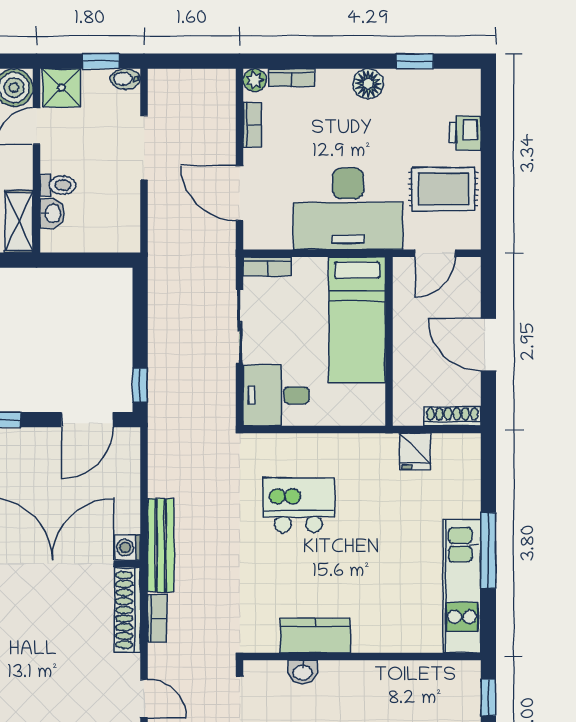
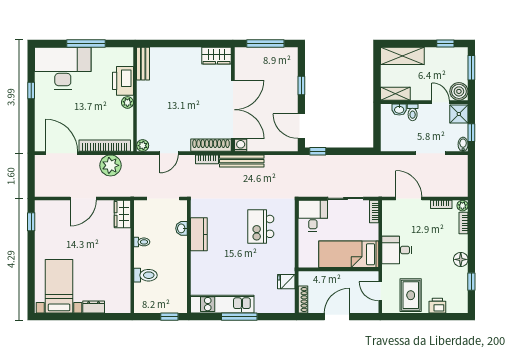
door: (240, 193) -> (409, 198), hinge flipped
desk: (348, 209) -> (397, 250), width x0.53, depth x0.77
kitchen island: (298, 505) -> (261, 226), turned 180

